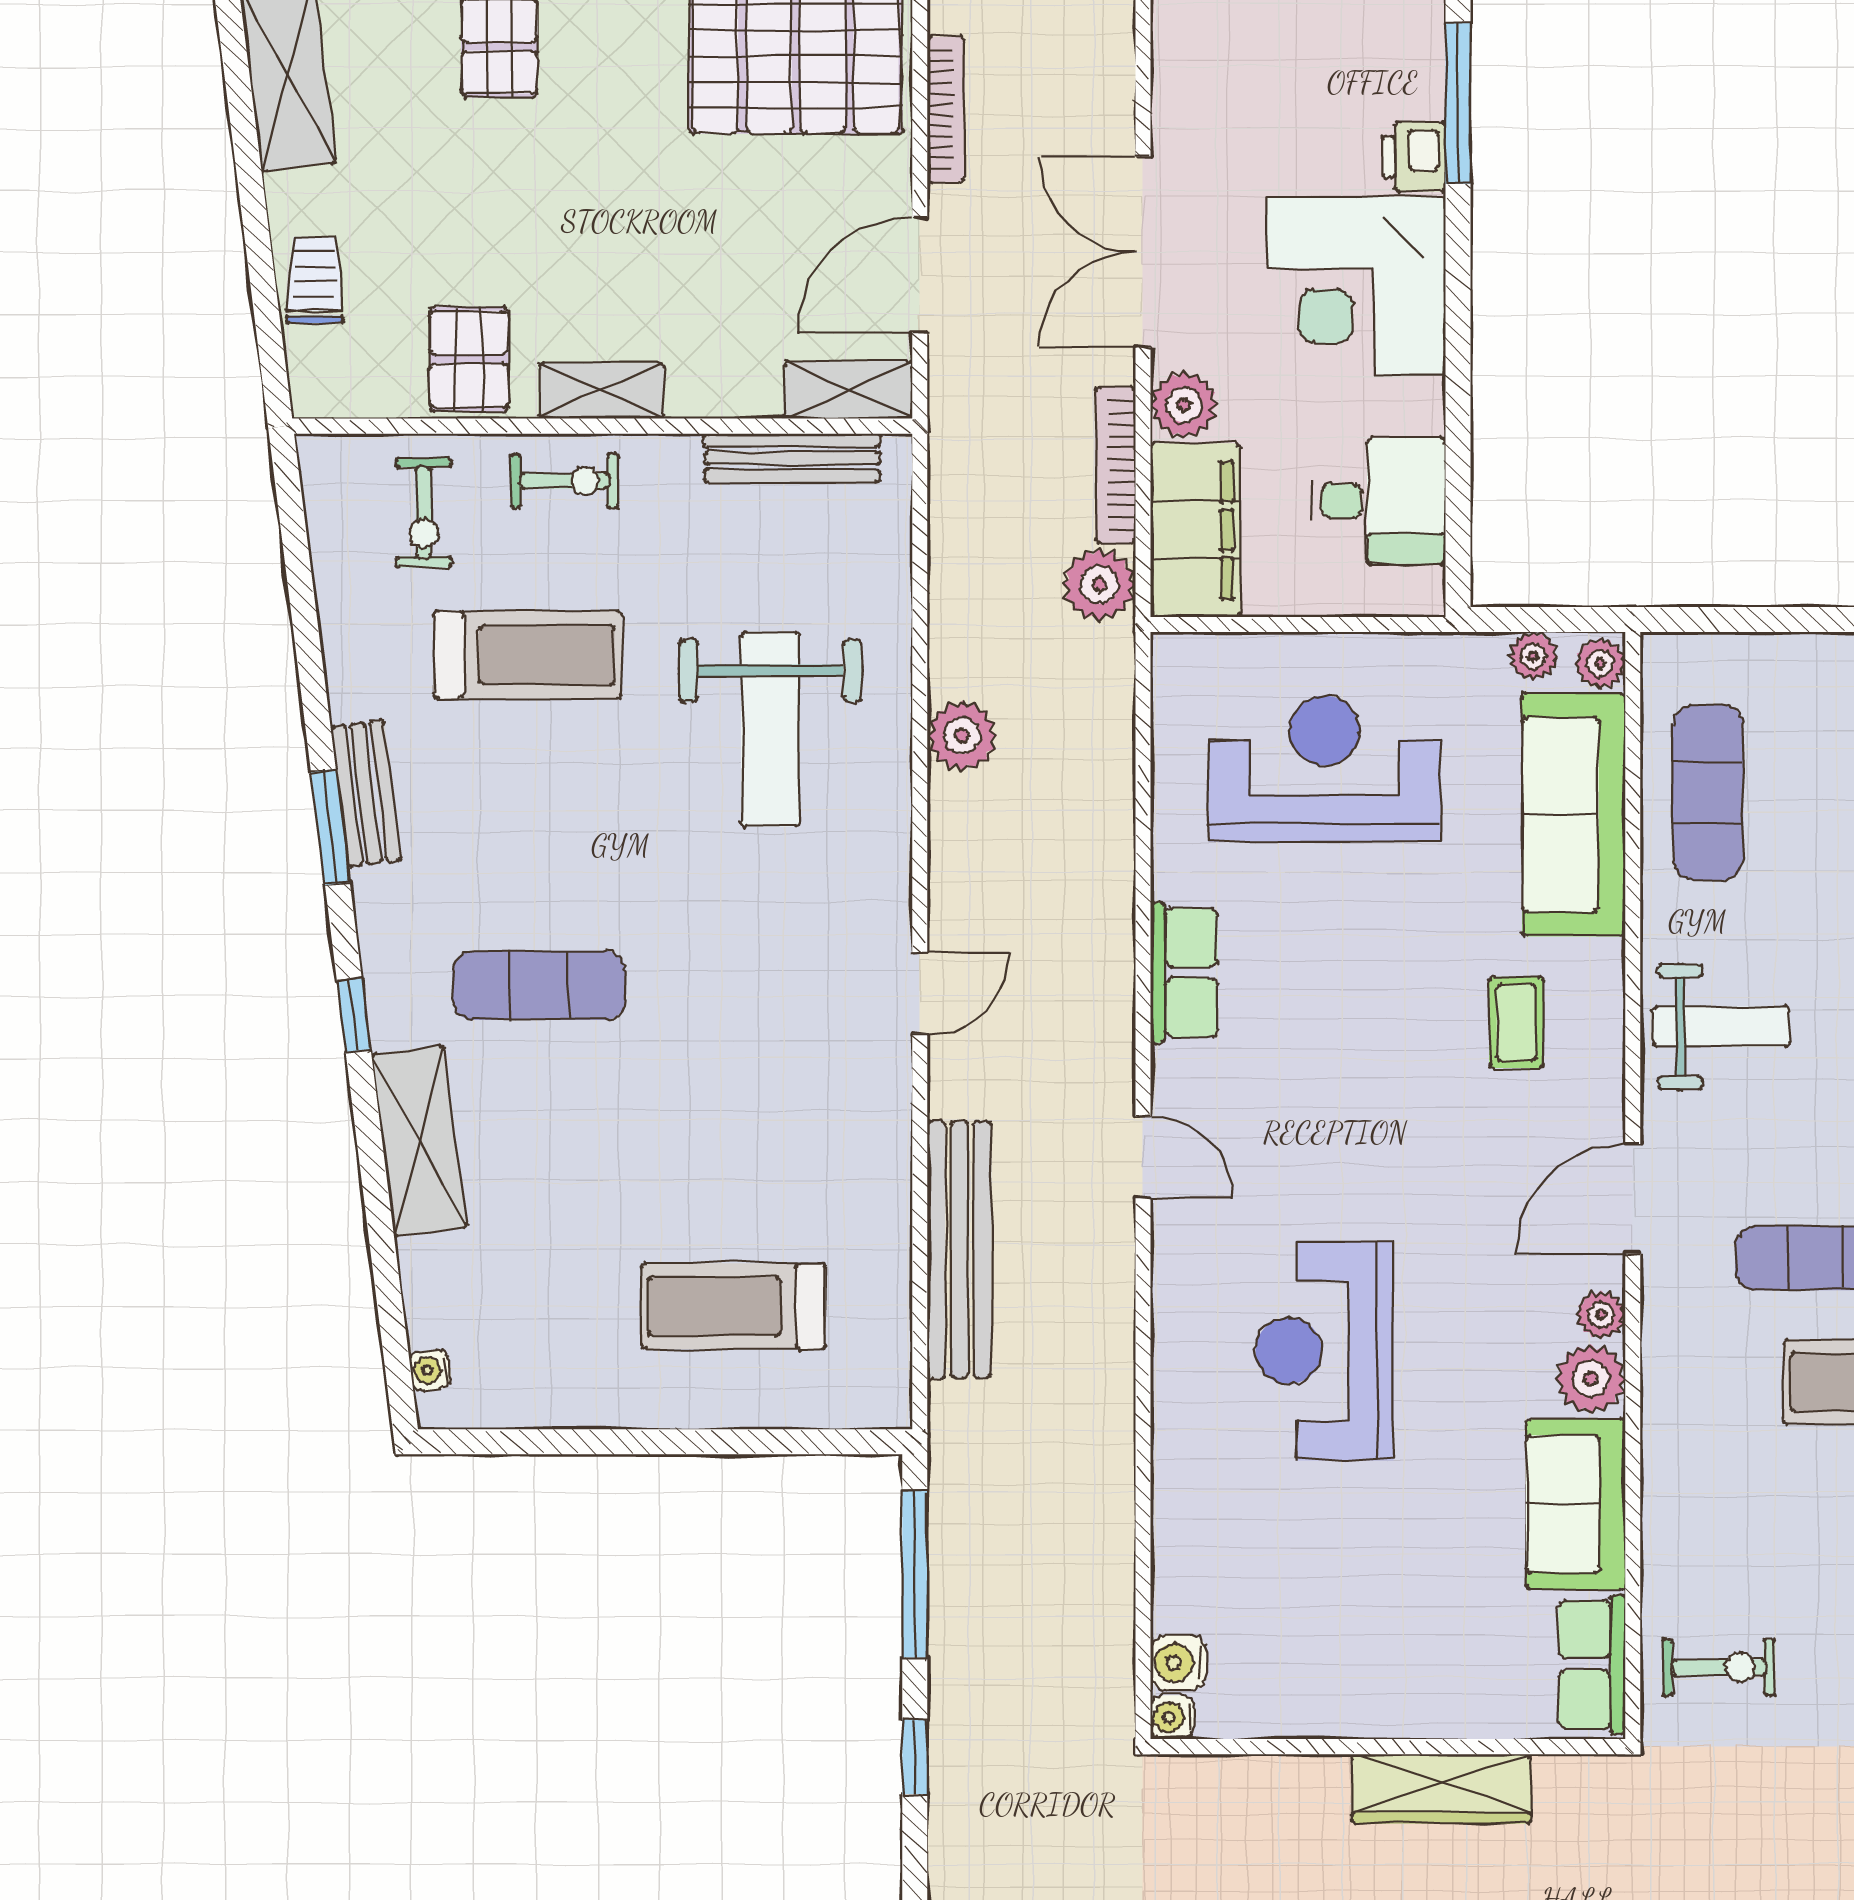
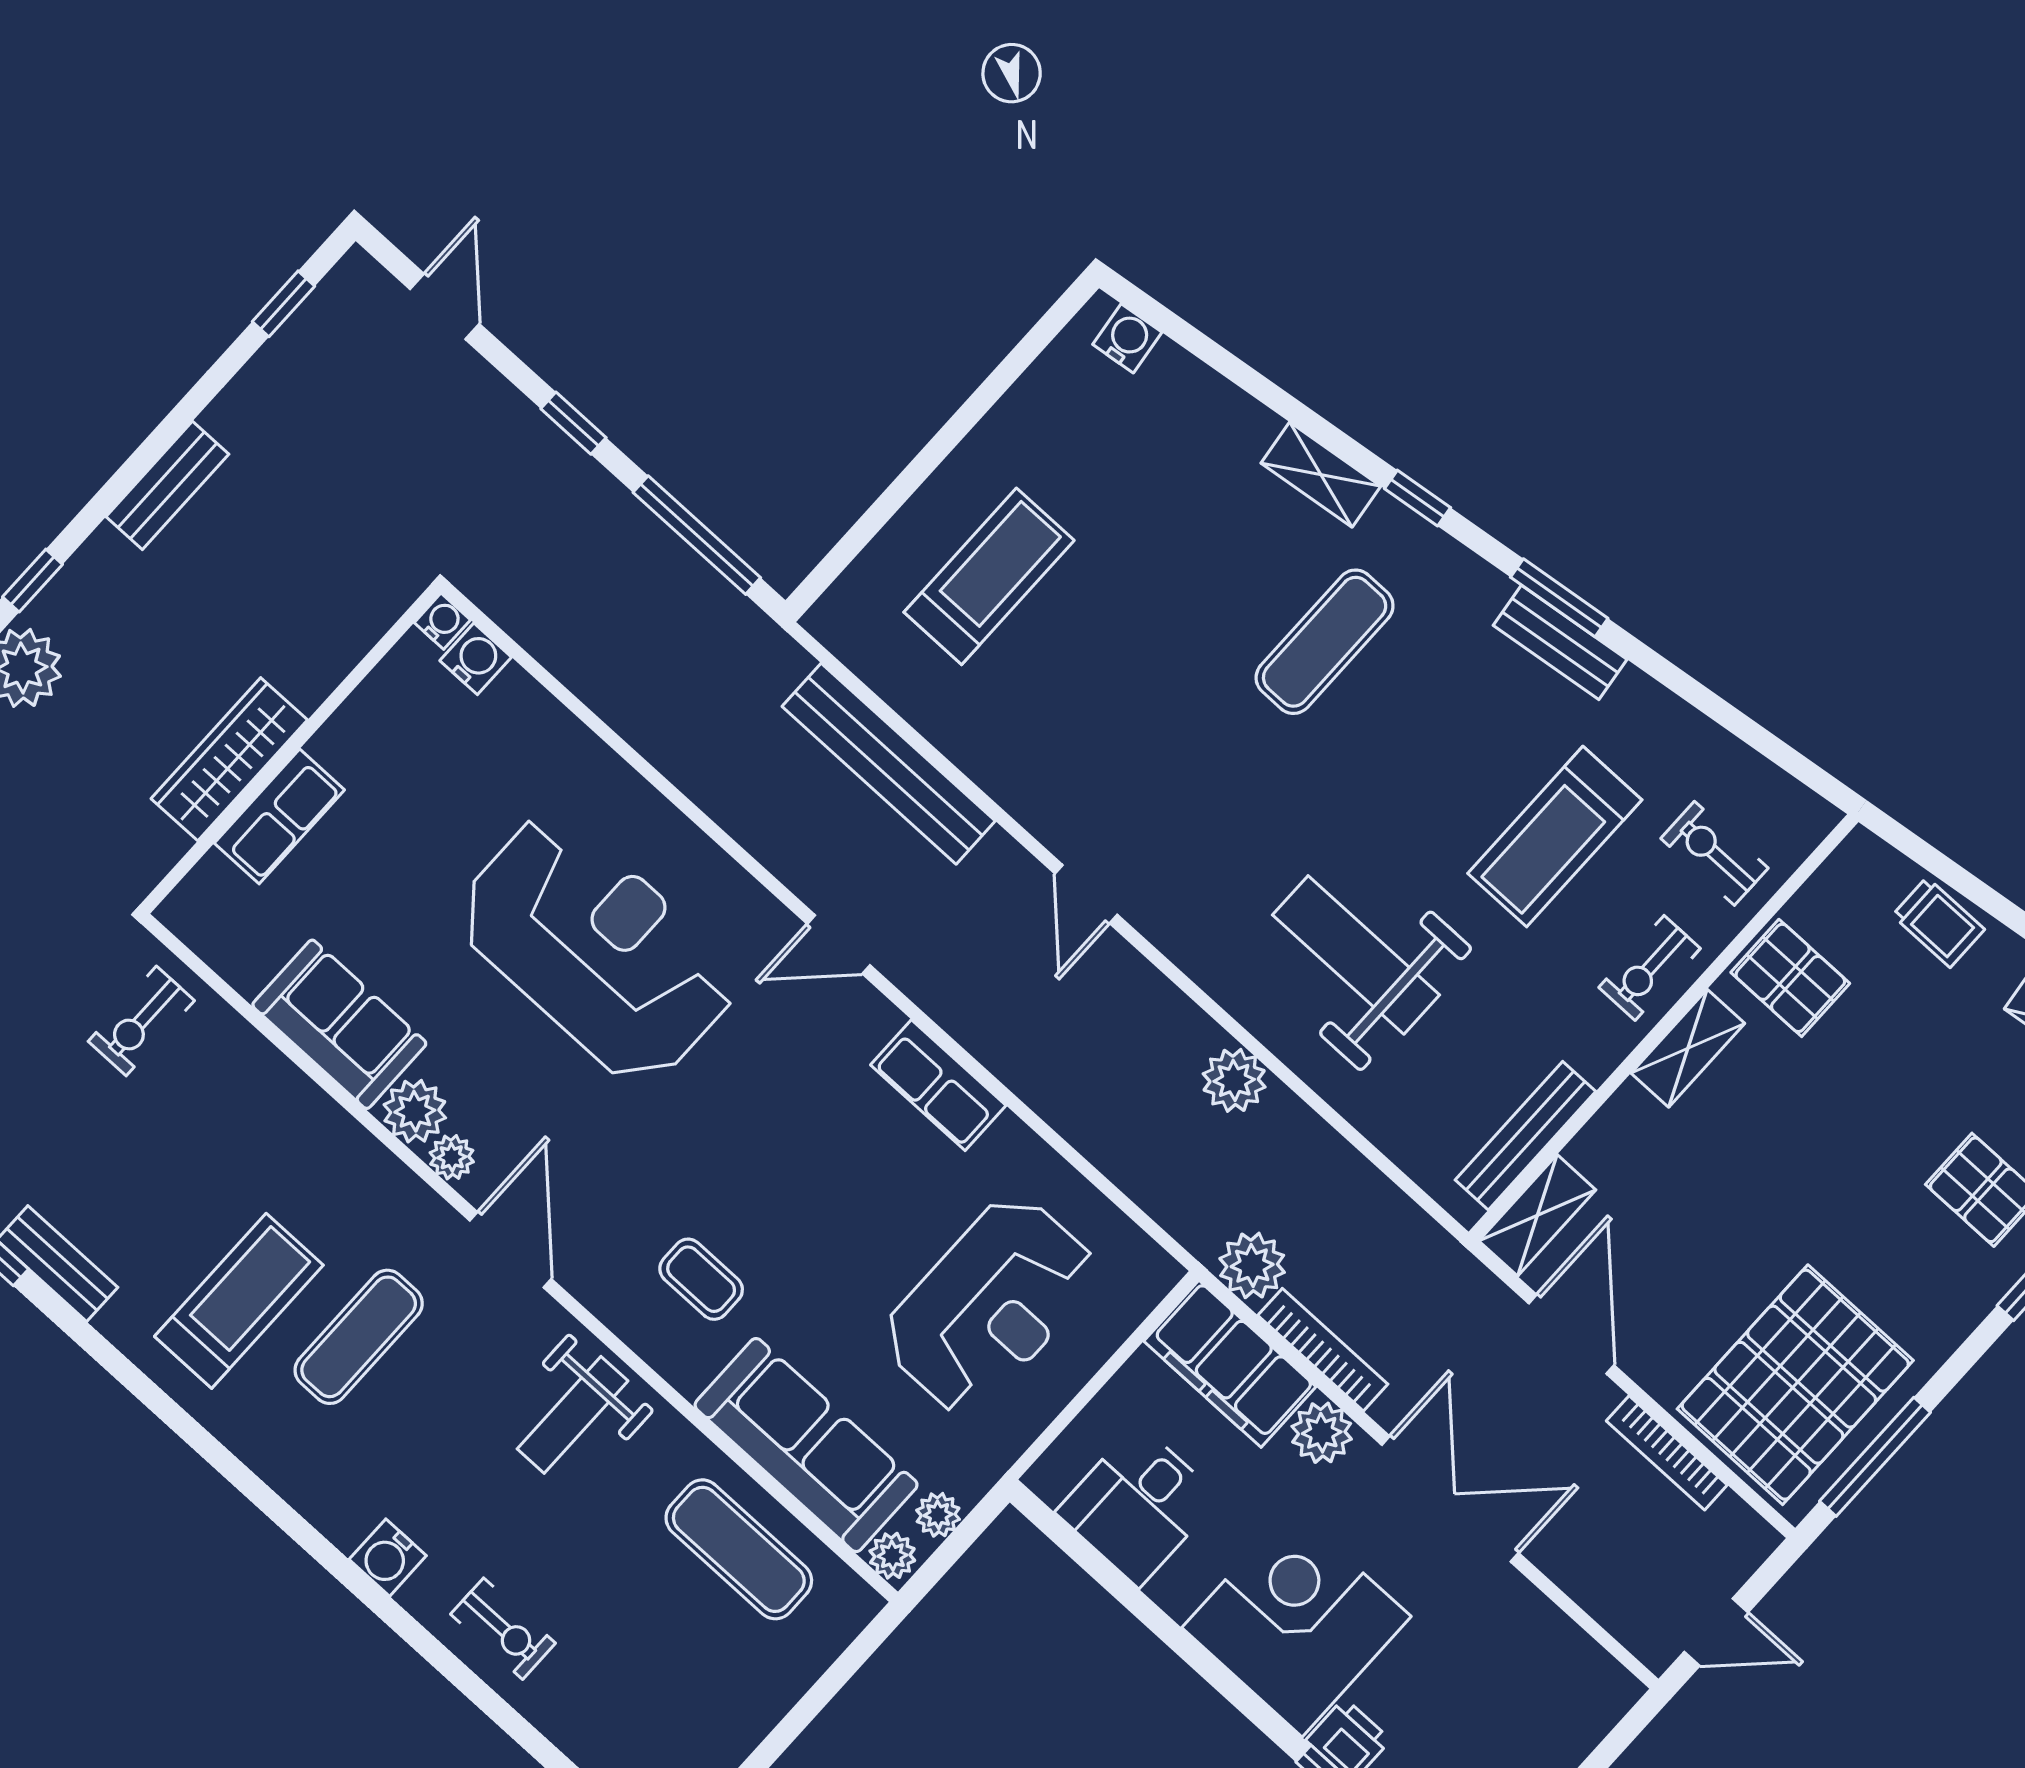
shelving: (419, 1141) -> (1321, 475), width x0.67, depth x0.75
reception desk: (1325, 1351) -> (597, 948), width x1.36, depth x1.30
water cooler: (430, 1370) -> (1127, 338), width x1.38, depth x1.38
row of seats: (1592, 1664) -> (279, 816), moved, turned 90

